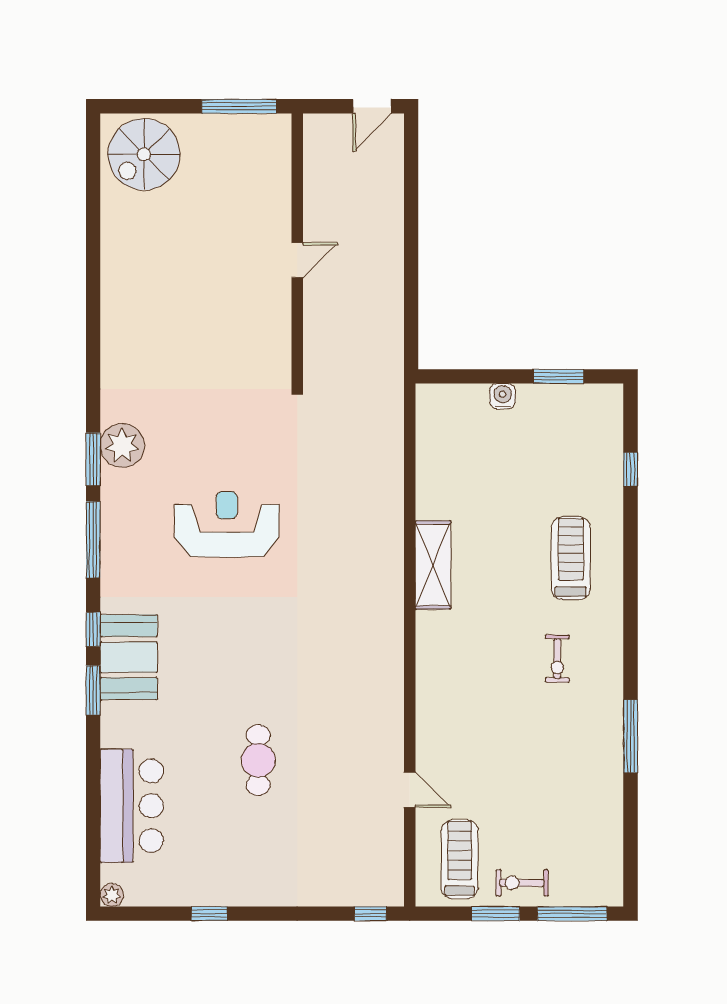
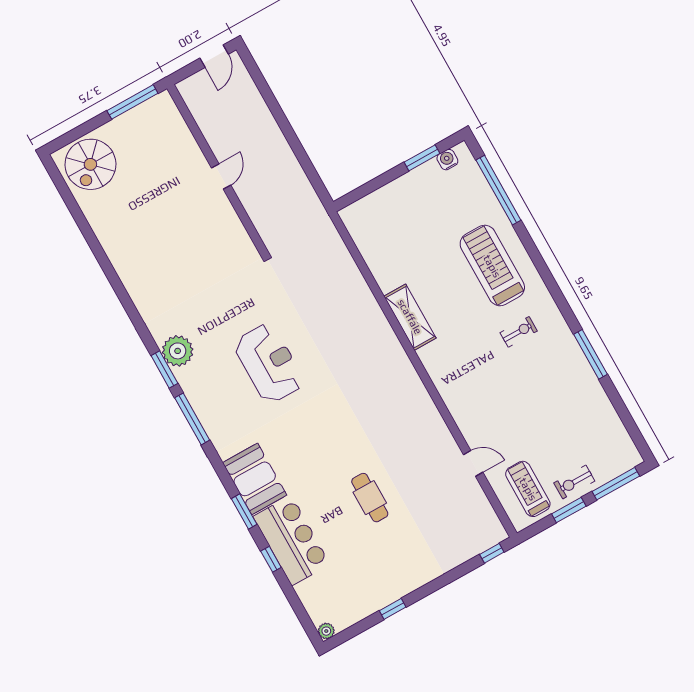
water cooler: (503, 396) -> (447, 160), moved
window: (631, 469) -> (498, 190), width x3.17
reception desk: (227, 524) -> (269, 363), turned 90
treadmill: (571, 558) -> (492, 266), width x1.37, depth x1.38
window: (93, 629) -> (271, 559), moved
exercise bike: (557, 659) -> (519, 332), turned -90
bar counter: (132, 806) -> (292, 540), moved

